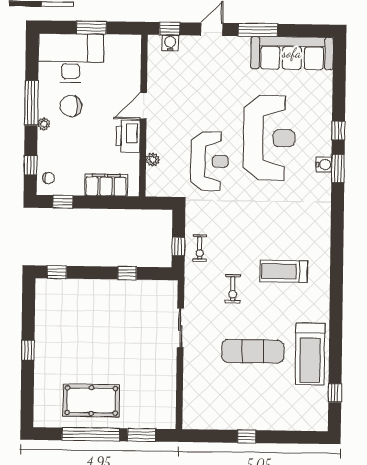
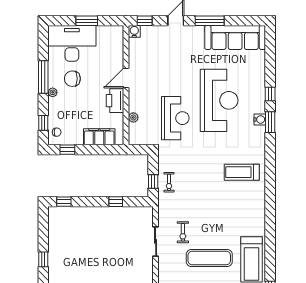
water cooler: (170, 43) -> (134, 31), moved
treadmill: (284, 271) -> (242, 172), moved
exercise bike: (233, 289) -> (183, 232), moved

